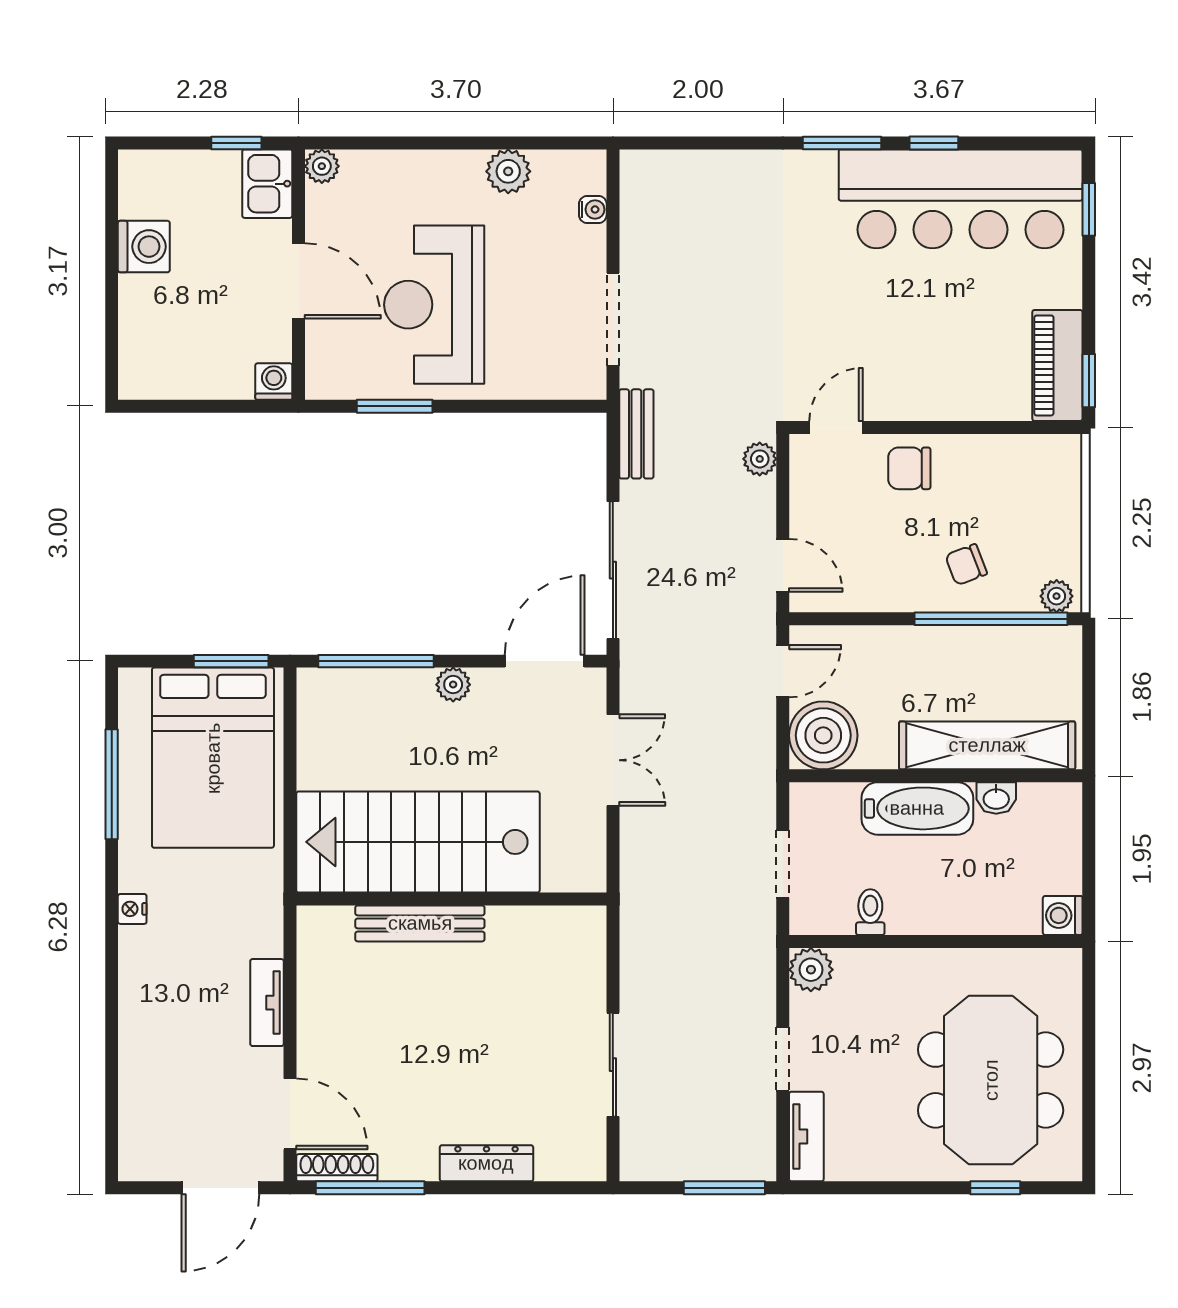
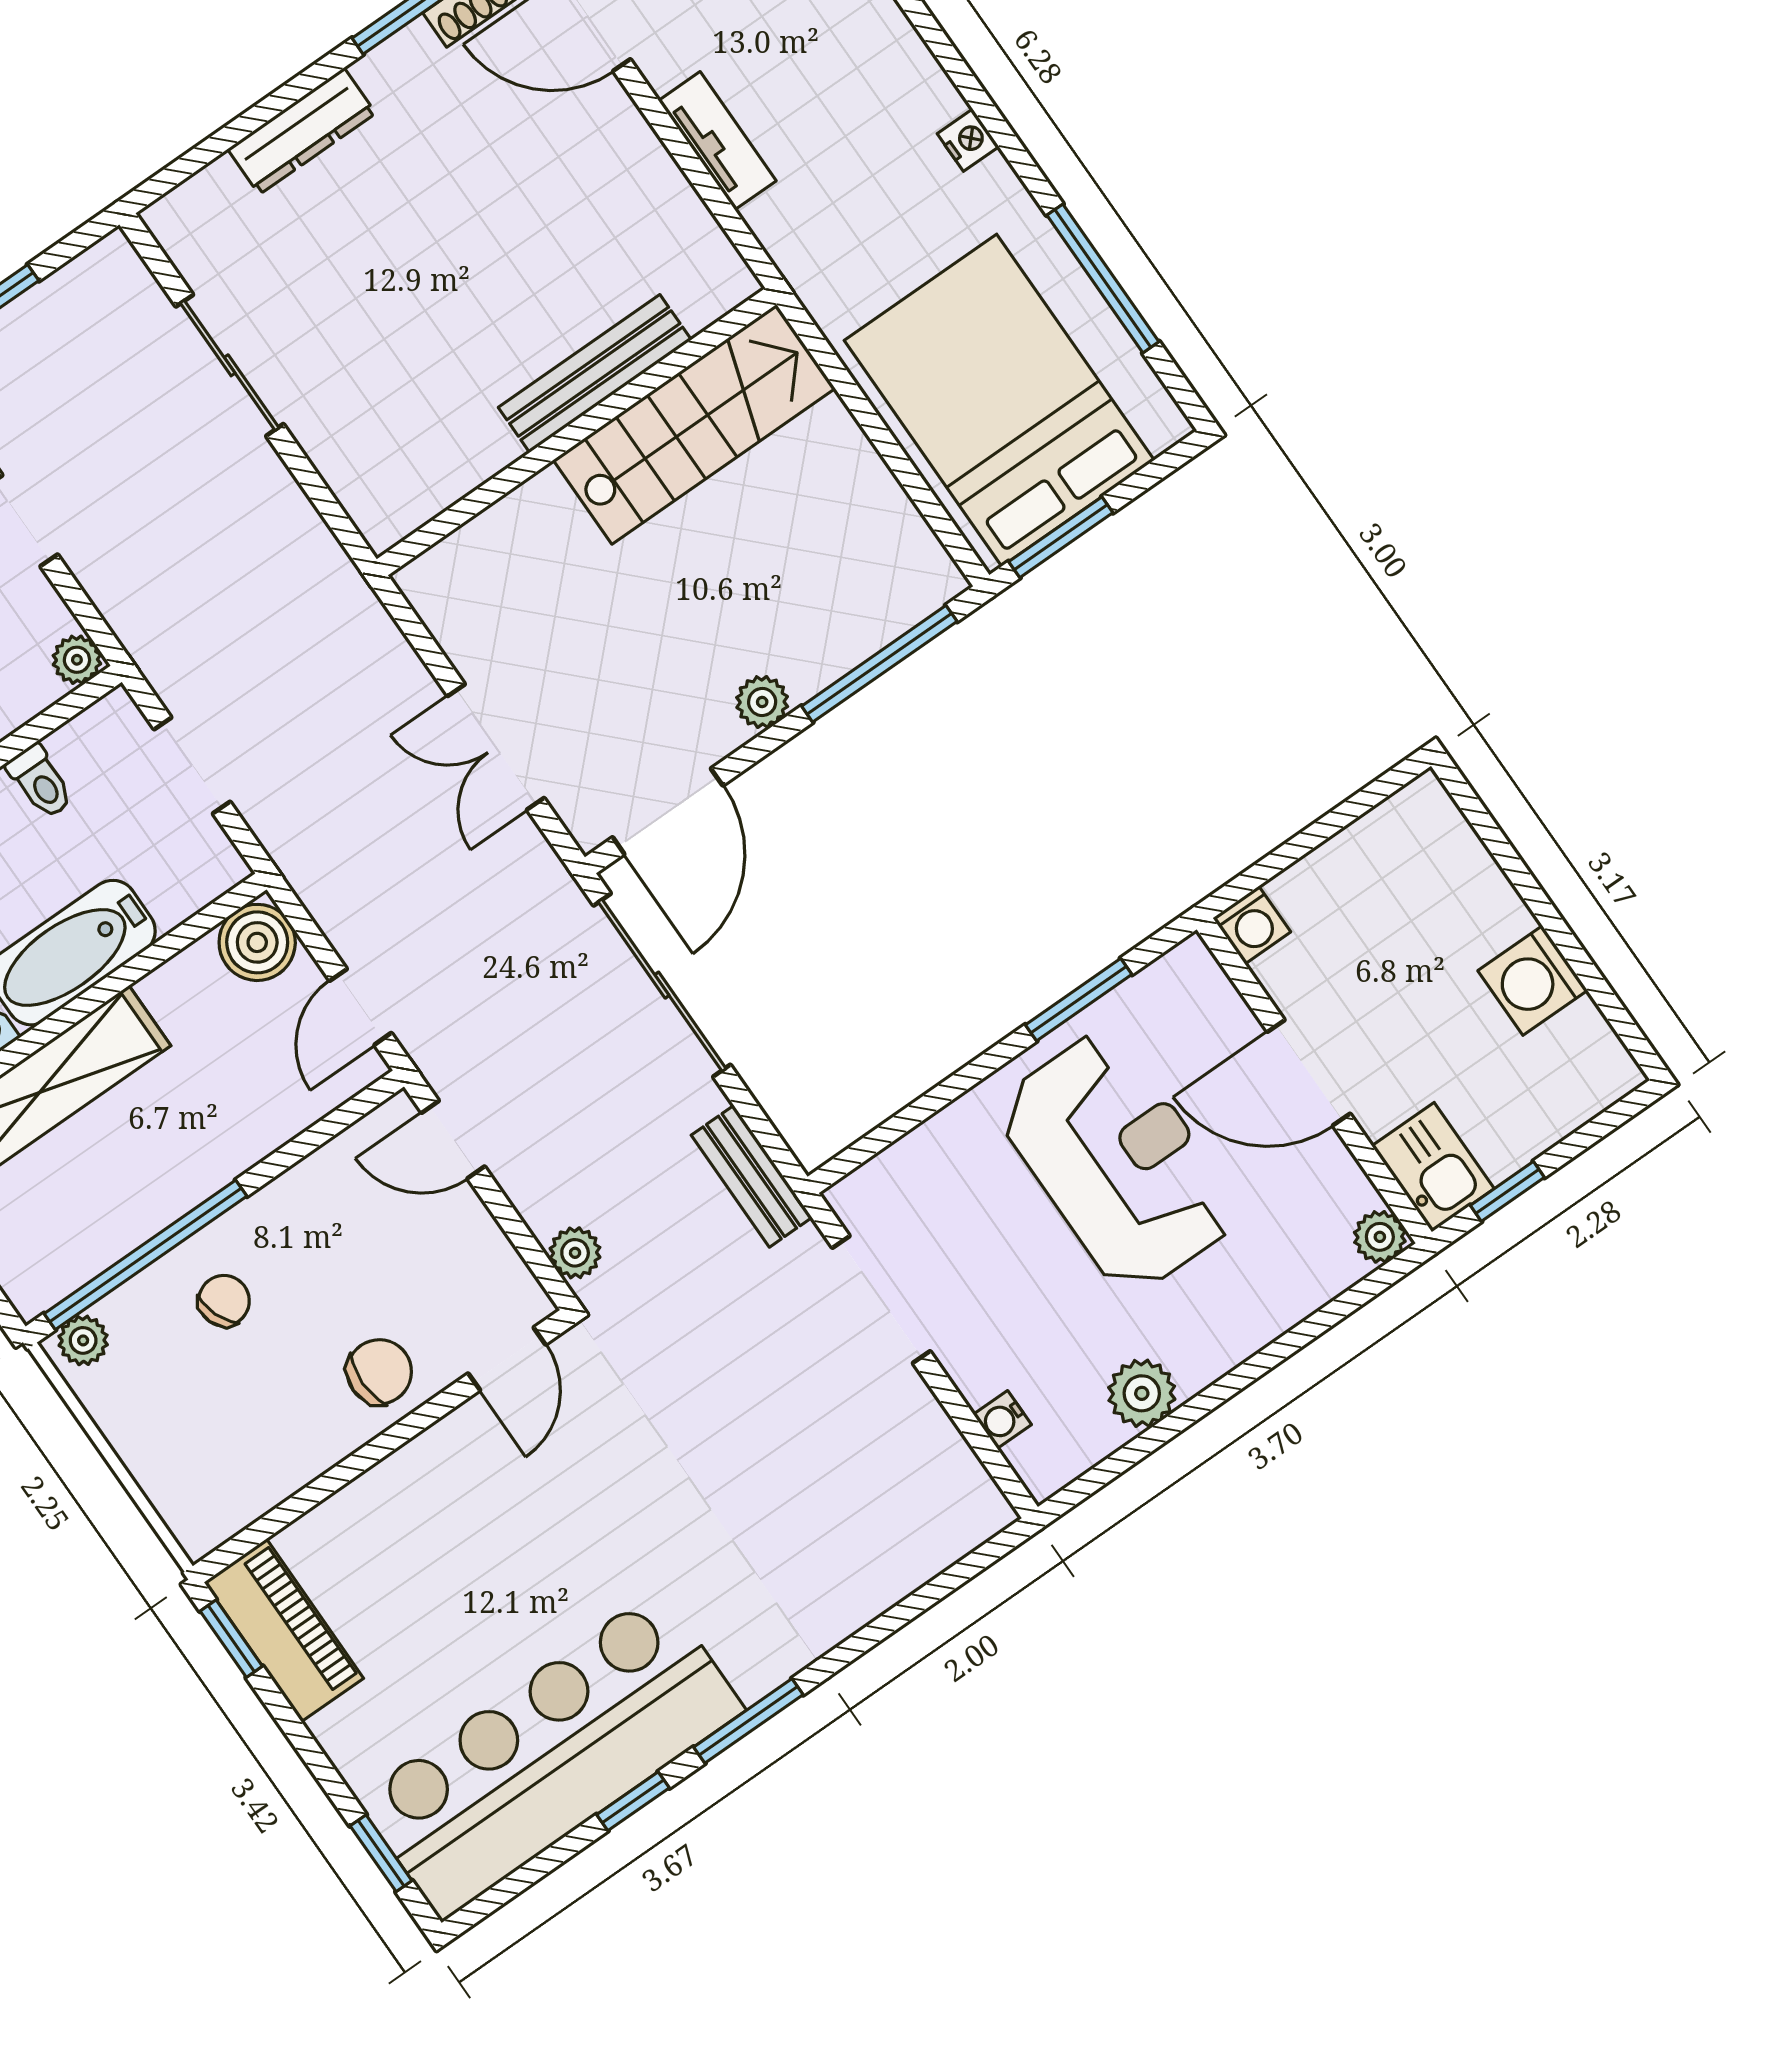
boiler: (823, 735) -> (257, 942), width x0.73, depth x0.73
stairs: (418, 842) -> (694, 424), width x0.73, depth x0.66
plant: (811, 970) -> (77, 660), width x0.73, depth x0.73

